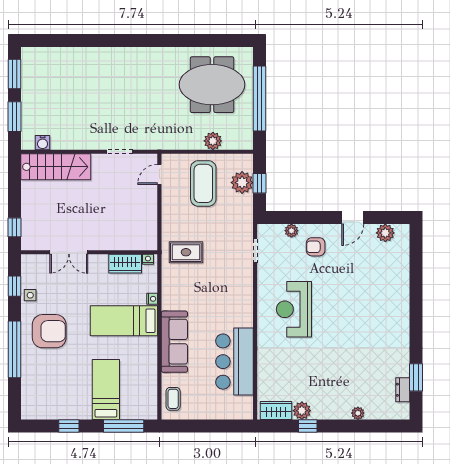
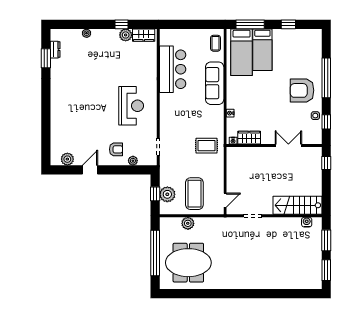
bed: (124, 321) -> (242, 52), moved, turned 90

